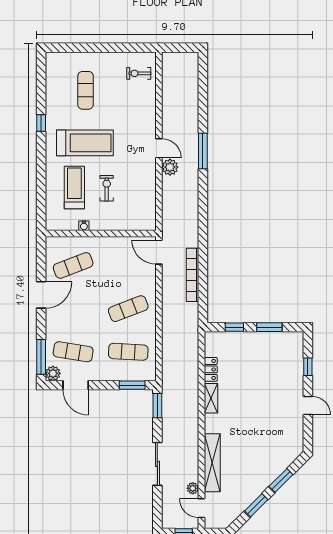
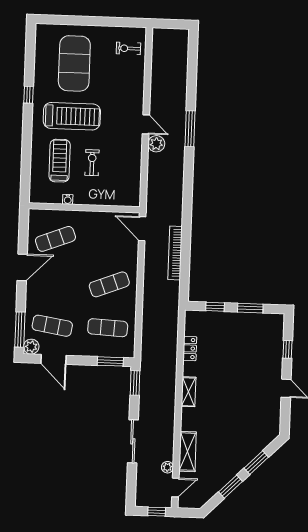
exercise mat: (86, 90) -> (74, 63), width x2.00, depth x1.45
shelving: (211, 398) -> (188, 392), moved
shelving: (212, 463) -> (188, 452), width x0.68
door: (201, 508) -> (175, 488), swing flipped

